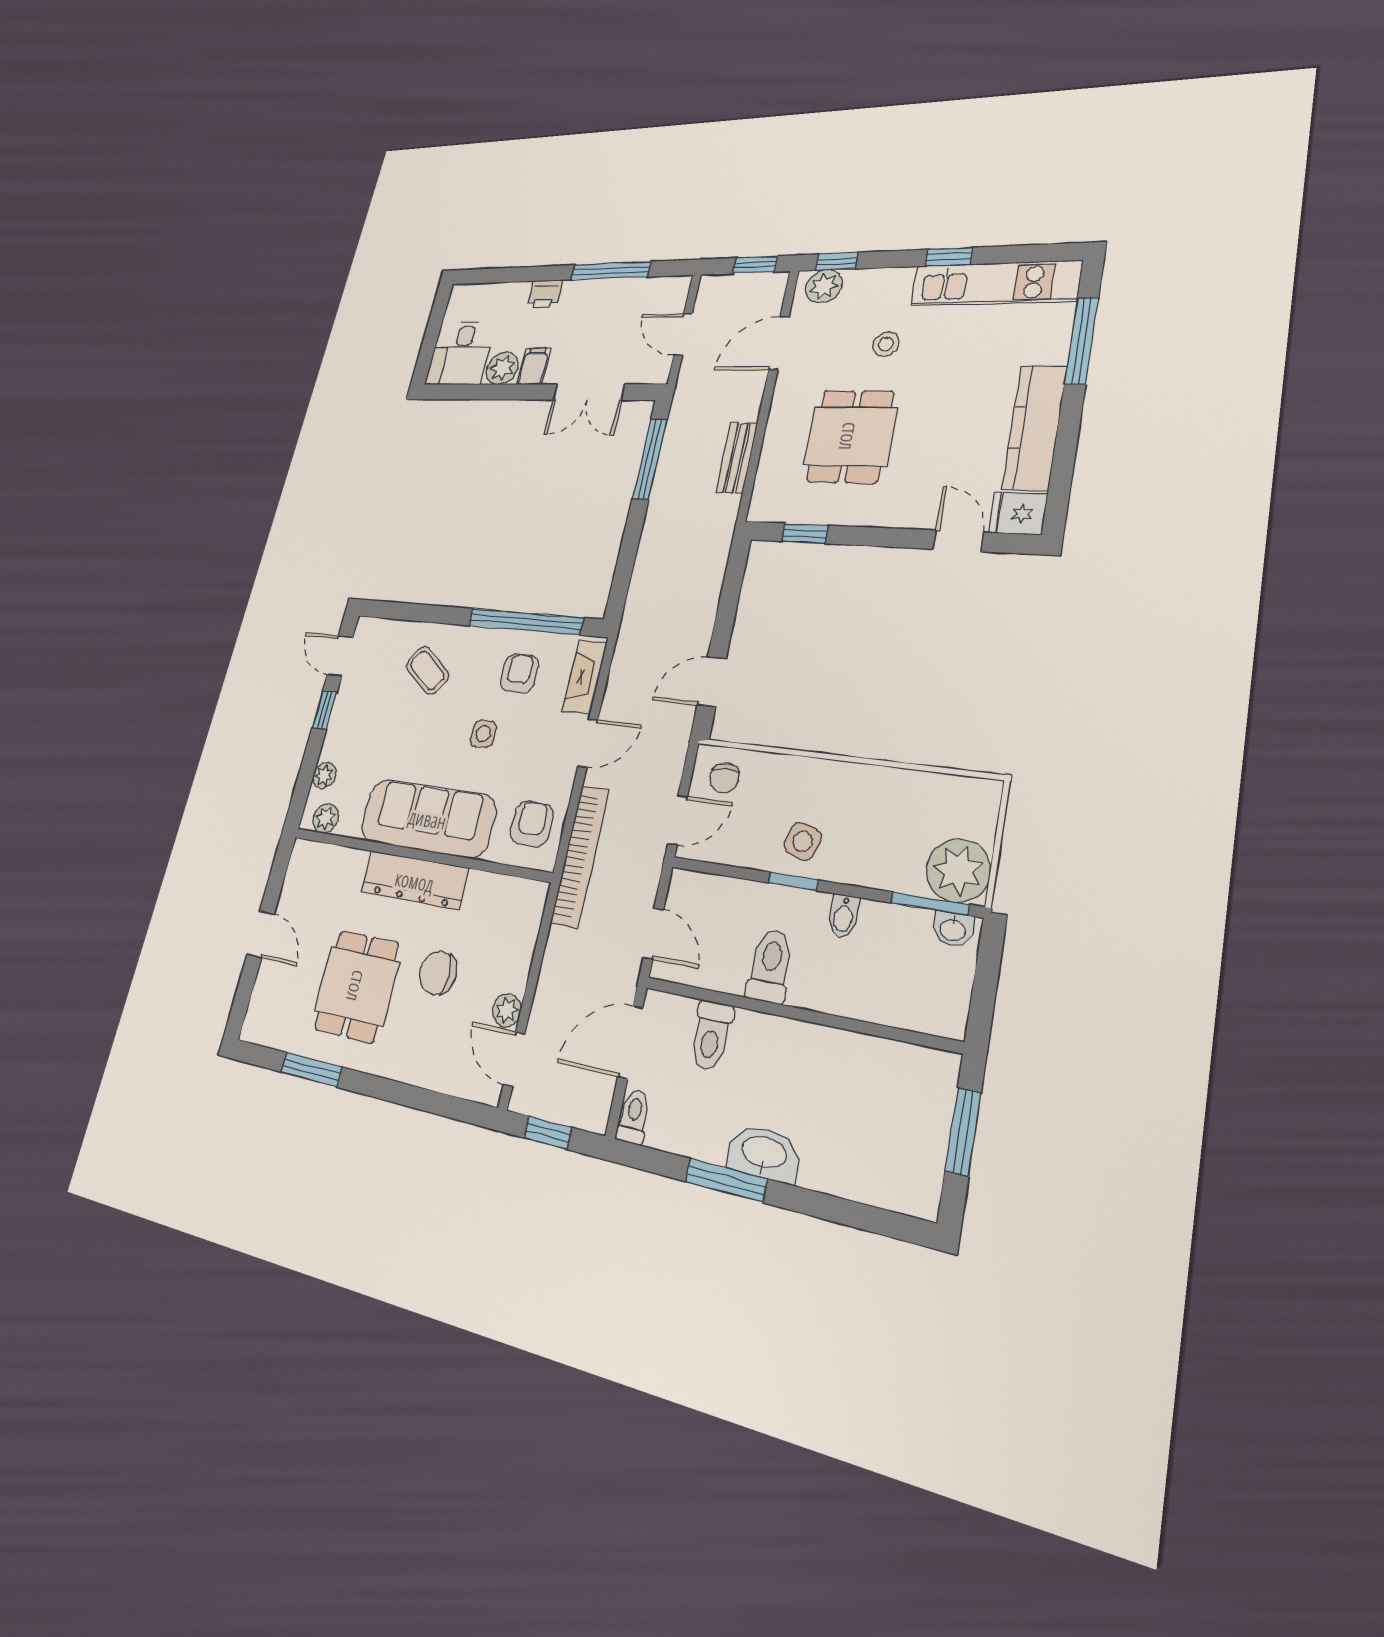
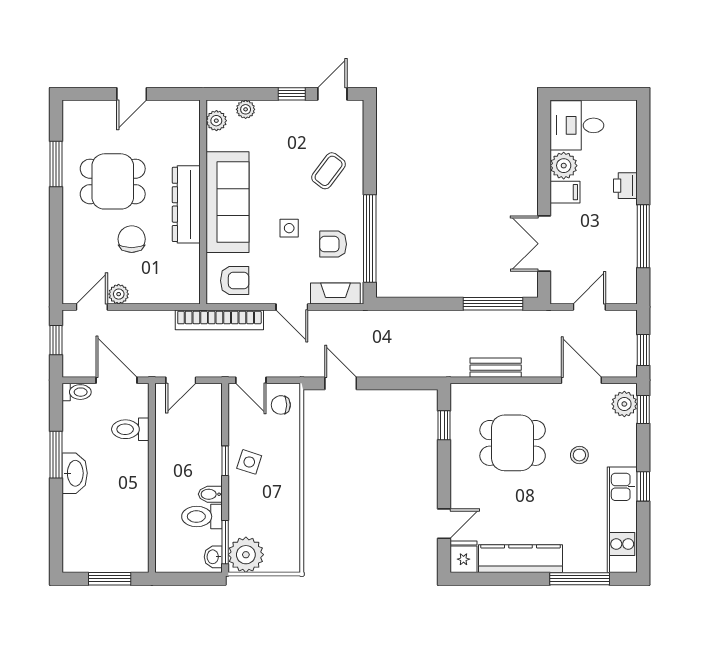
armchair: (519, 673) -> (333, 244), turned 180
toilet: (770, 966) -> (202, 517), moved, turned 180

